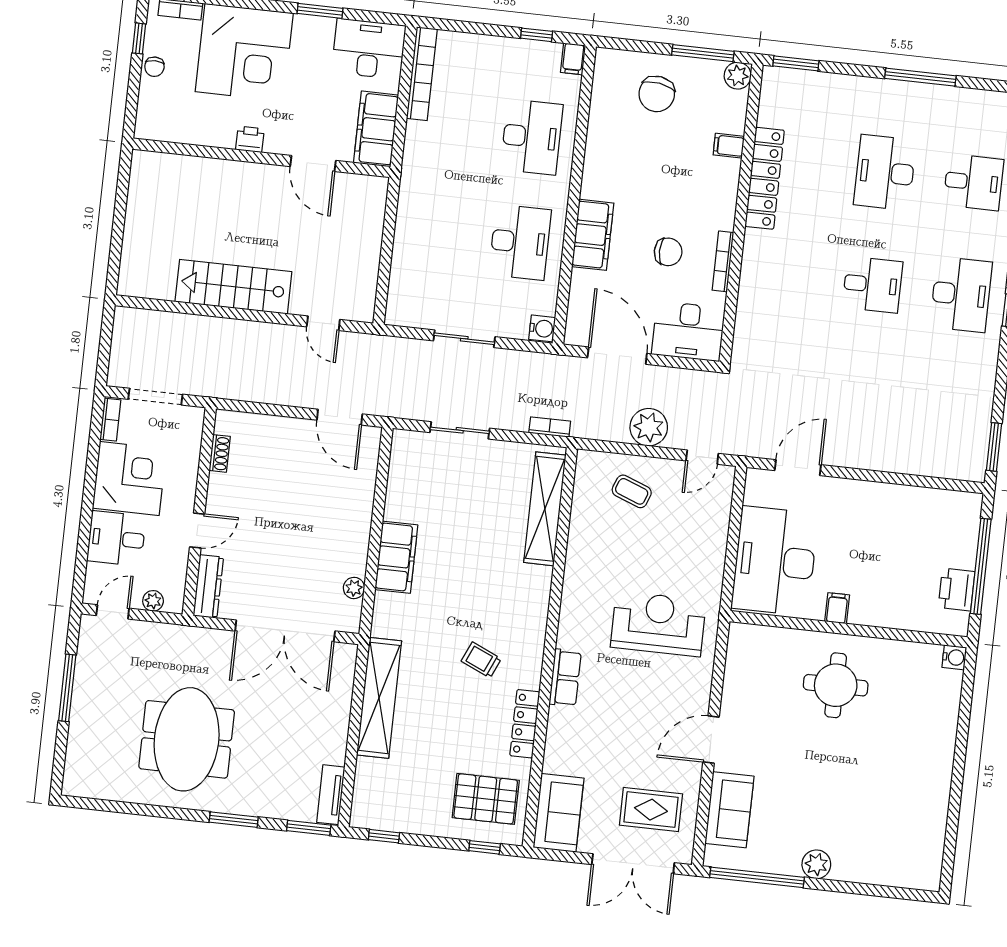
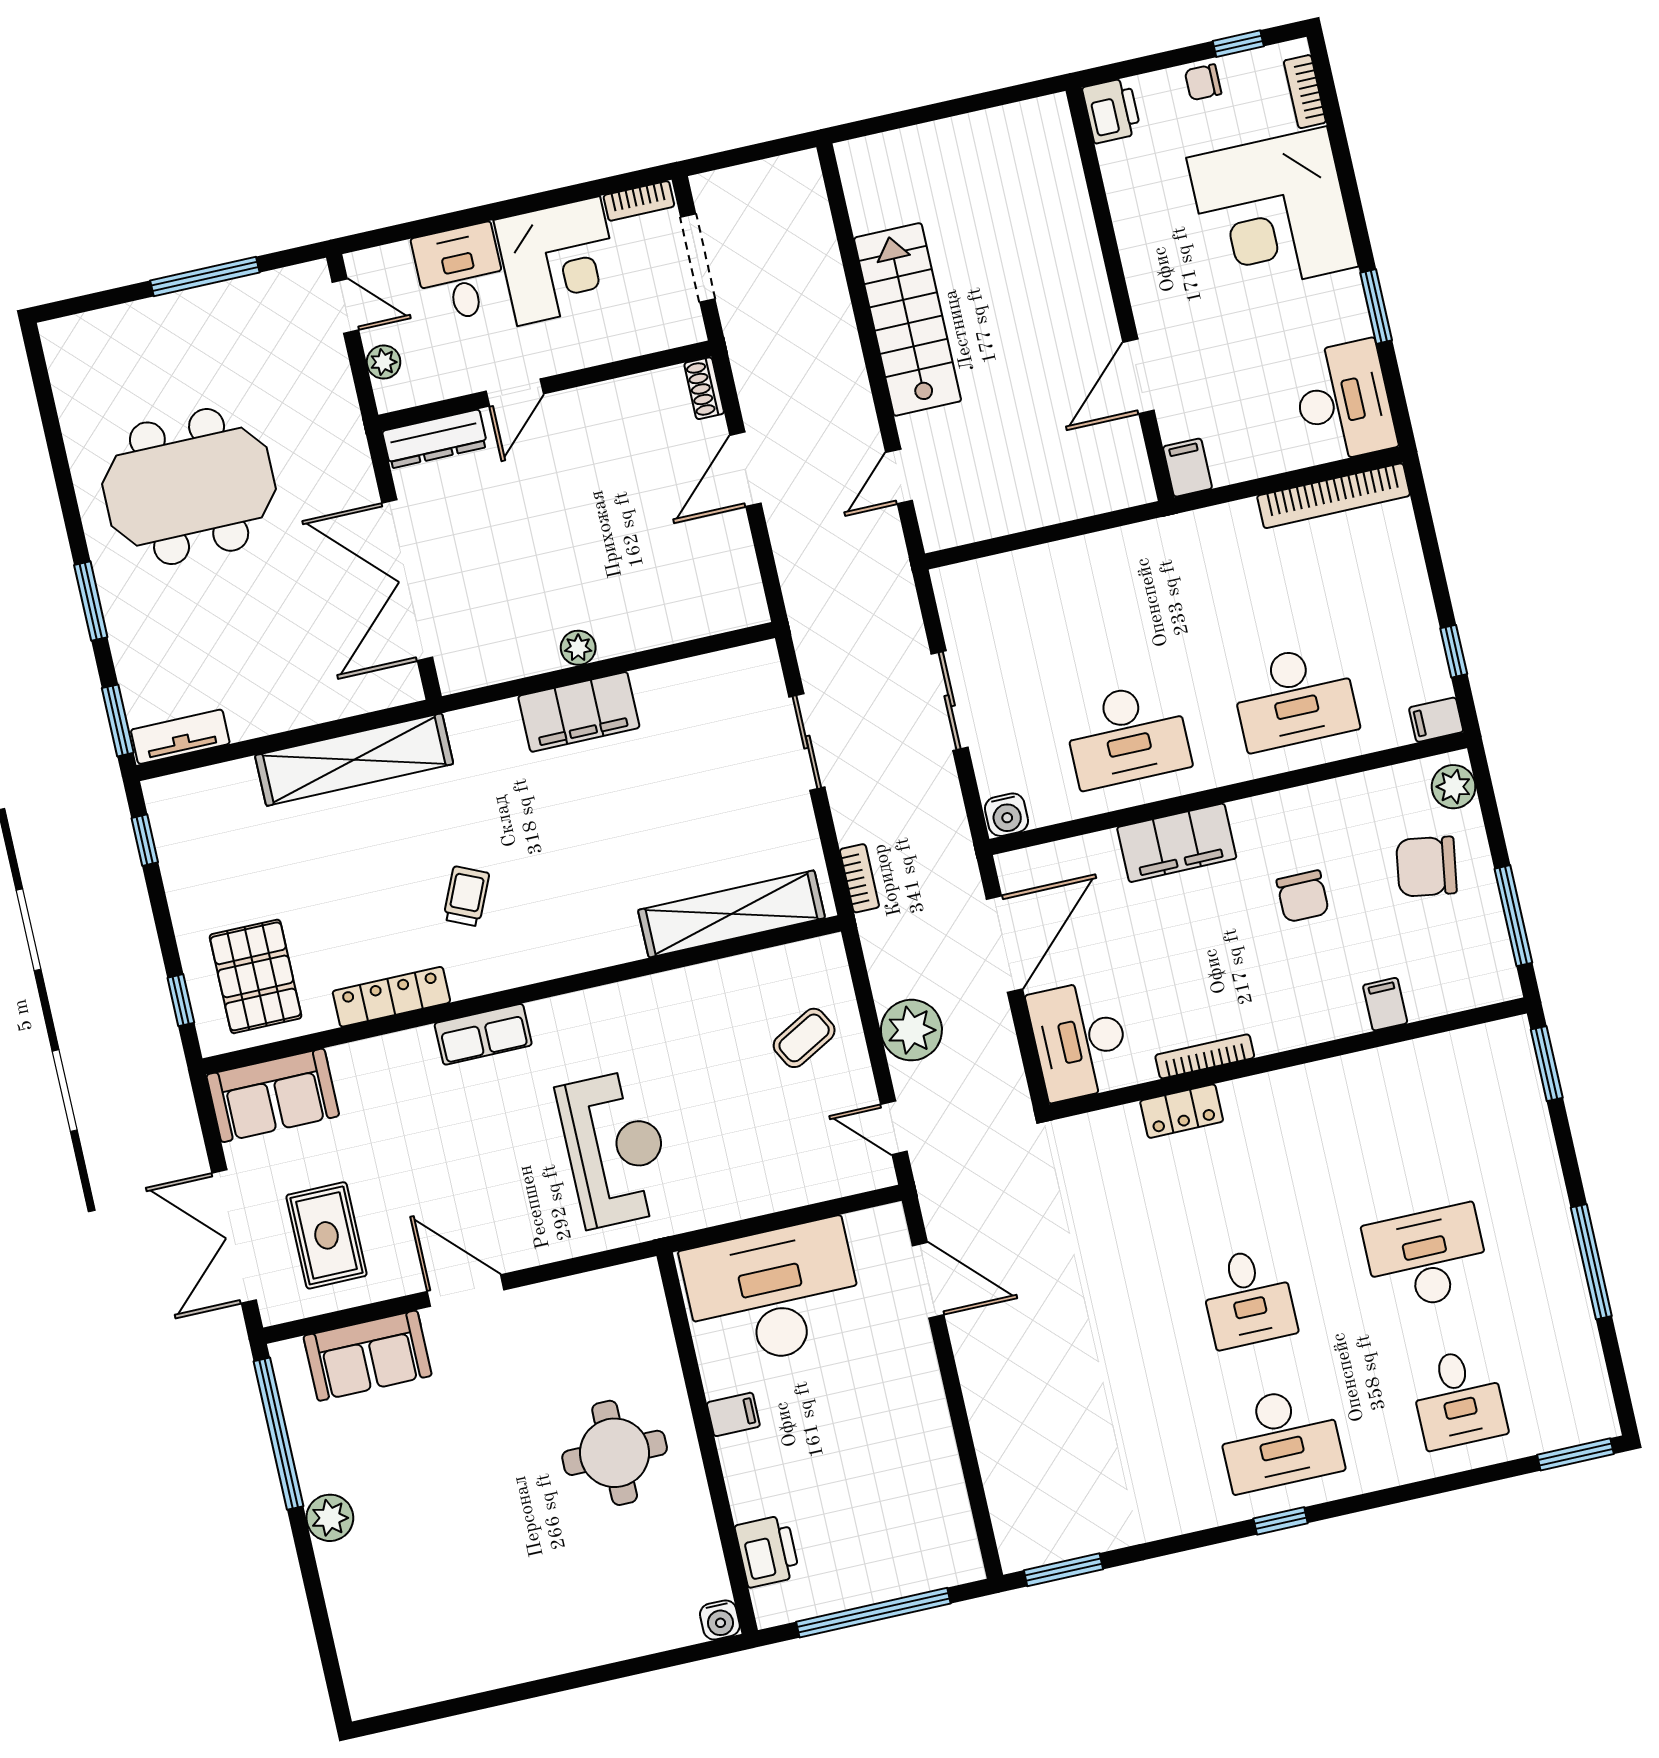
plant: (738, 76) -> (1454, 787), moved
filing cabinet: (376, 129) -> (1187, 468), width x0.33, depth x0.86
printer: (250, 139) -> (1112, 110), moved, width x1.36, depth x1.24
locker: (765, 178) -> (1182, 1111), moved, width x0.46, depth x0.83
chair: (668, 252) -> (1303, 896), moved
door: (340, 417) -> (745, 469), moved
shoe rack: (220, 453) -> (704, 388), moved, turned 90
coffee table: (632, 491) -> (804, 1038), turned 40
door: (197, 531) -> (515, 393), hinge flipped
plant: (354, 588) -> (578, 648), moved
printer: (957, 589) -> (767, 1551), moved, turned 90

